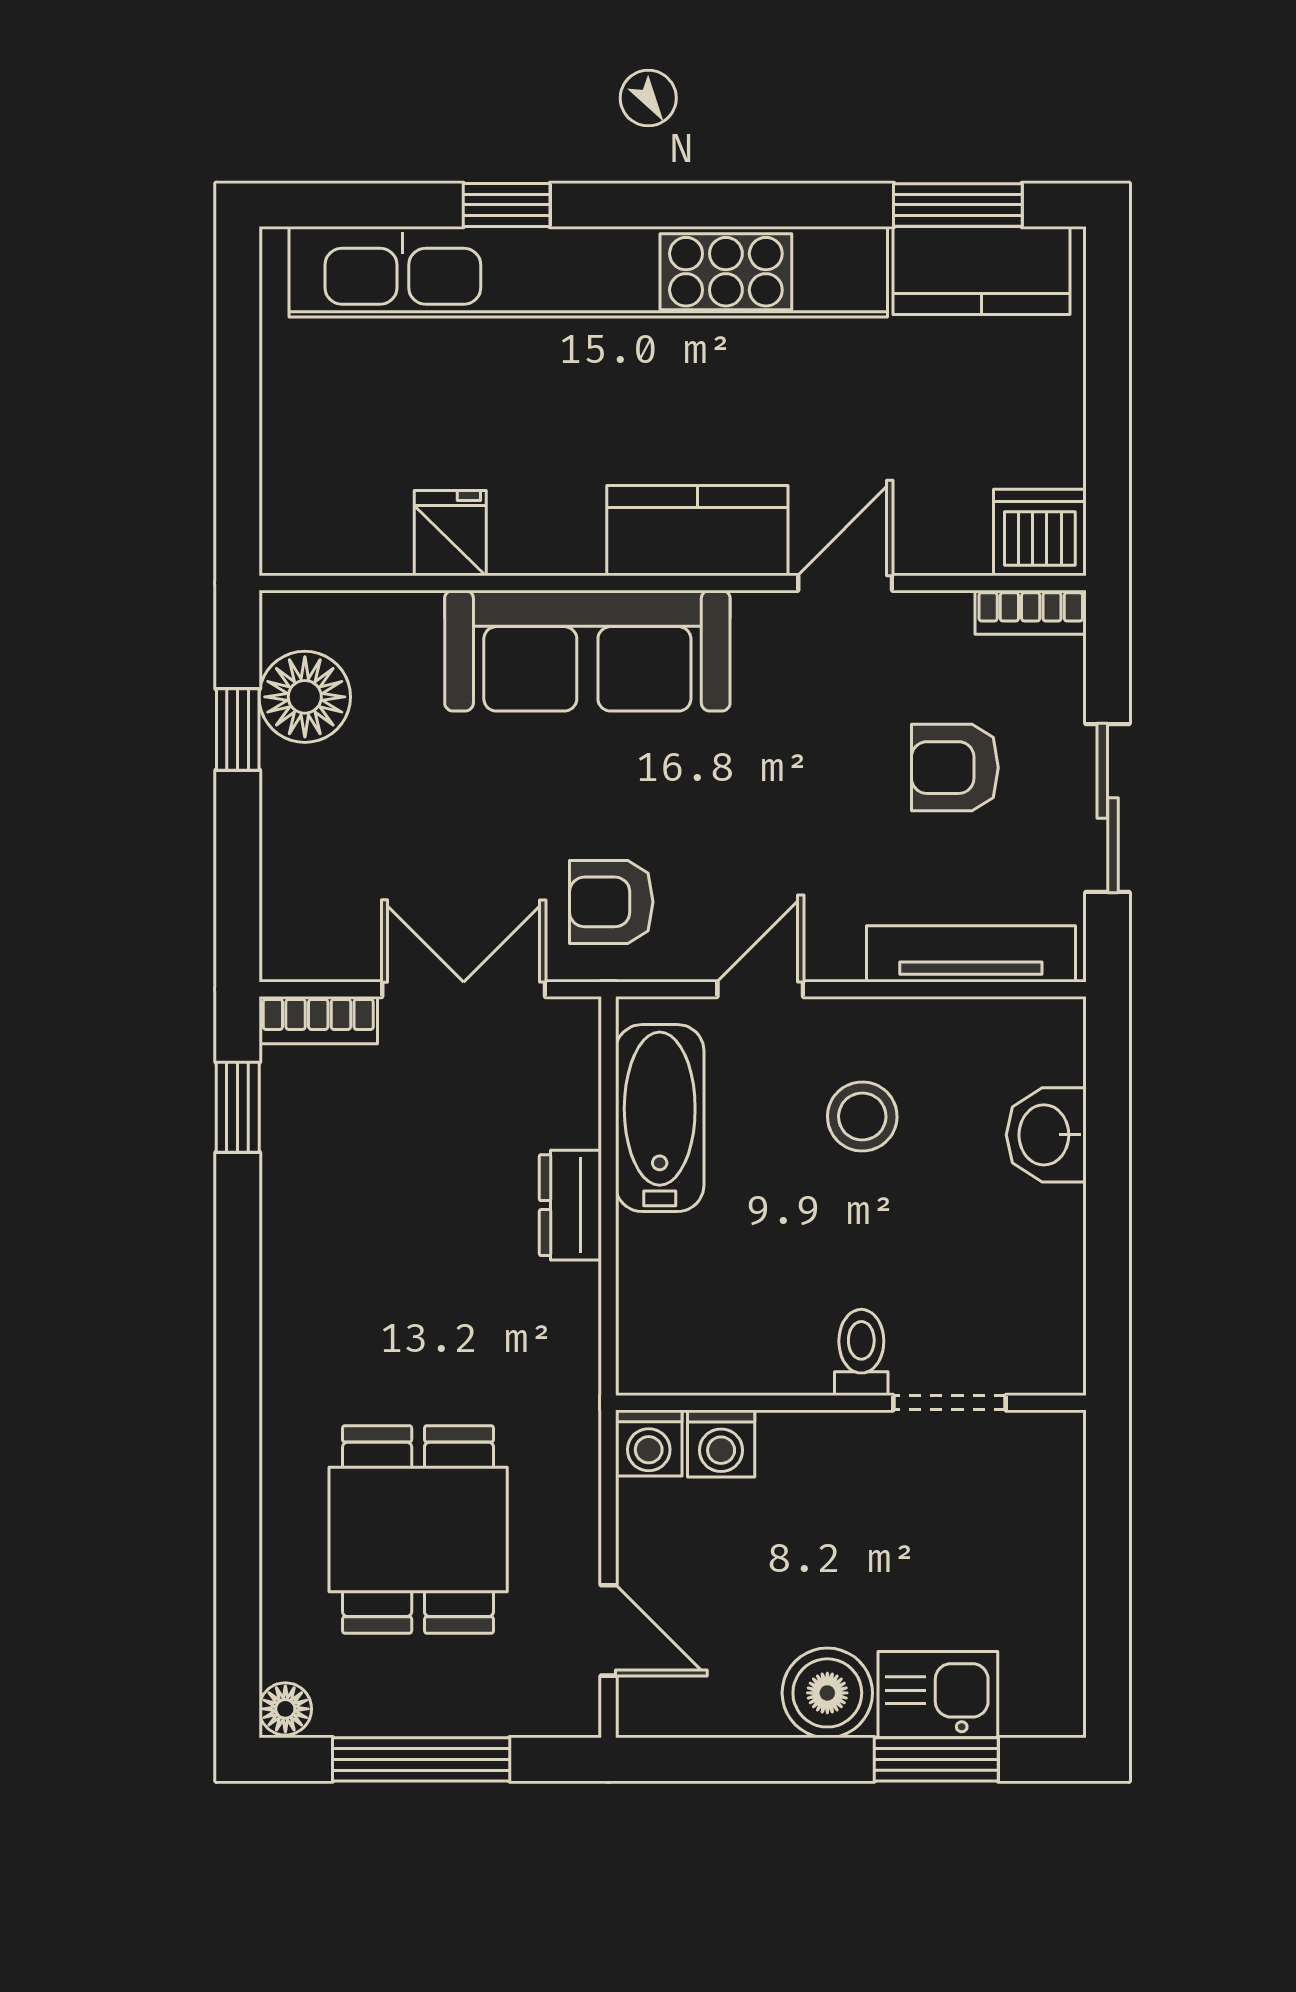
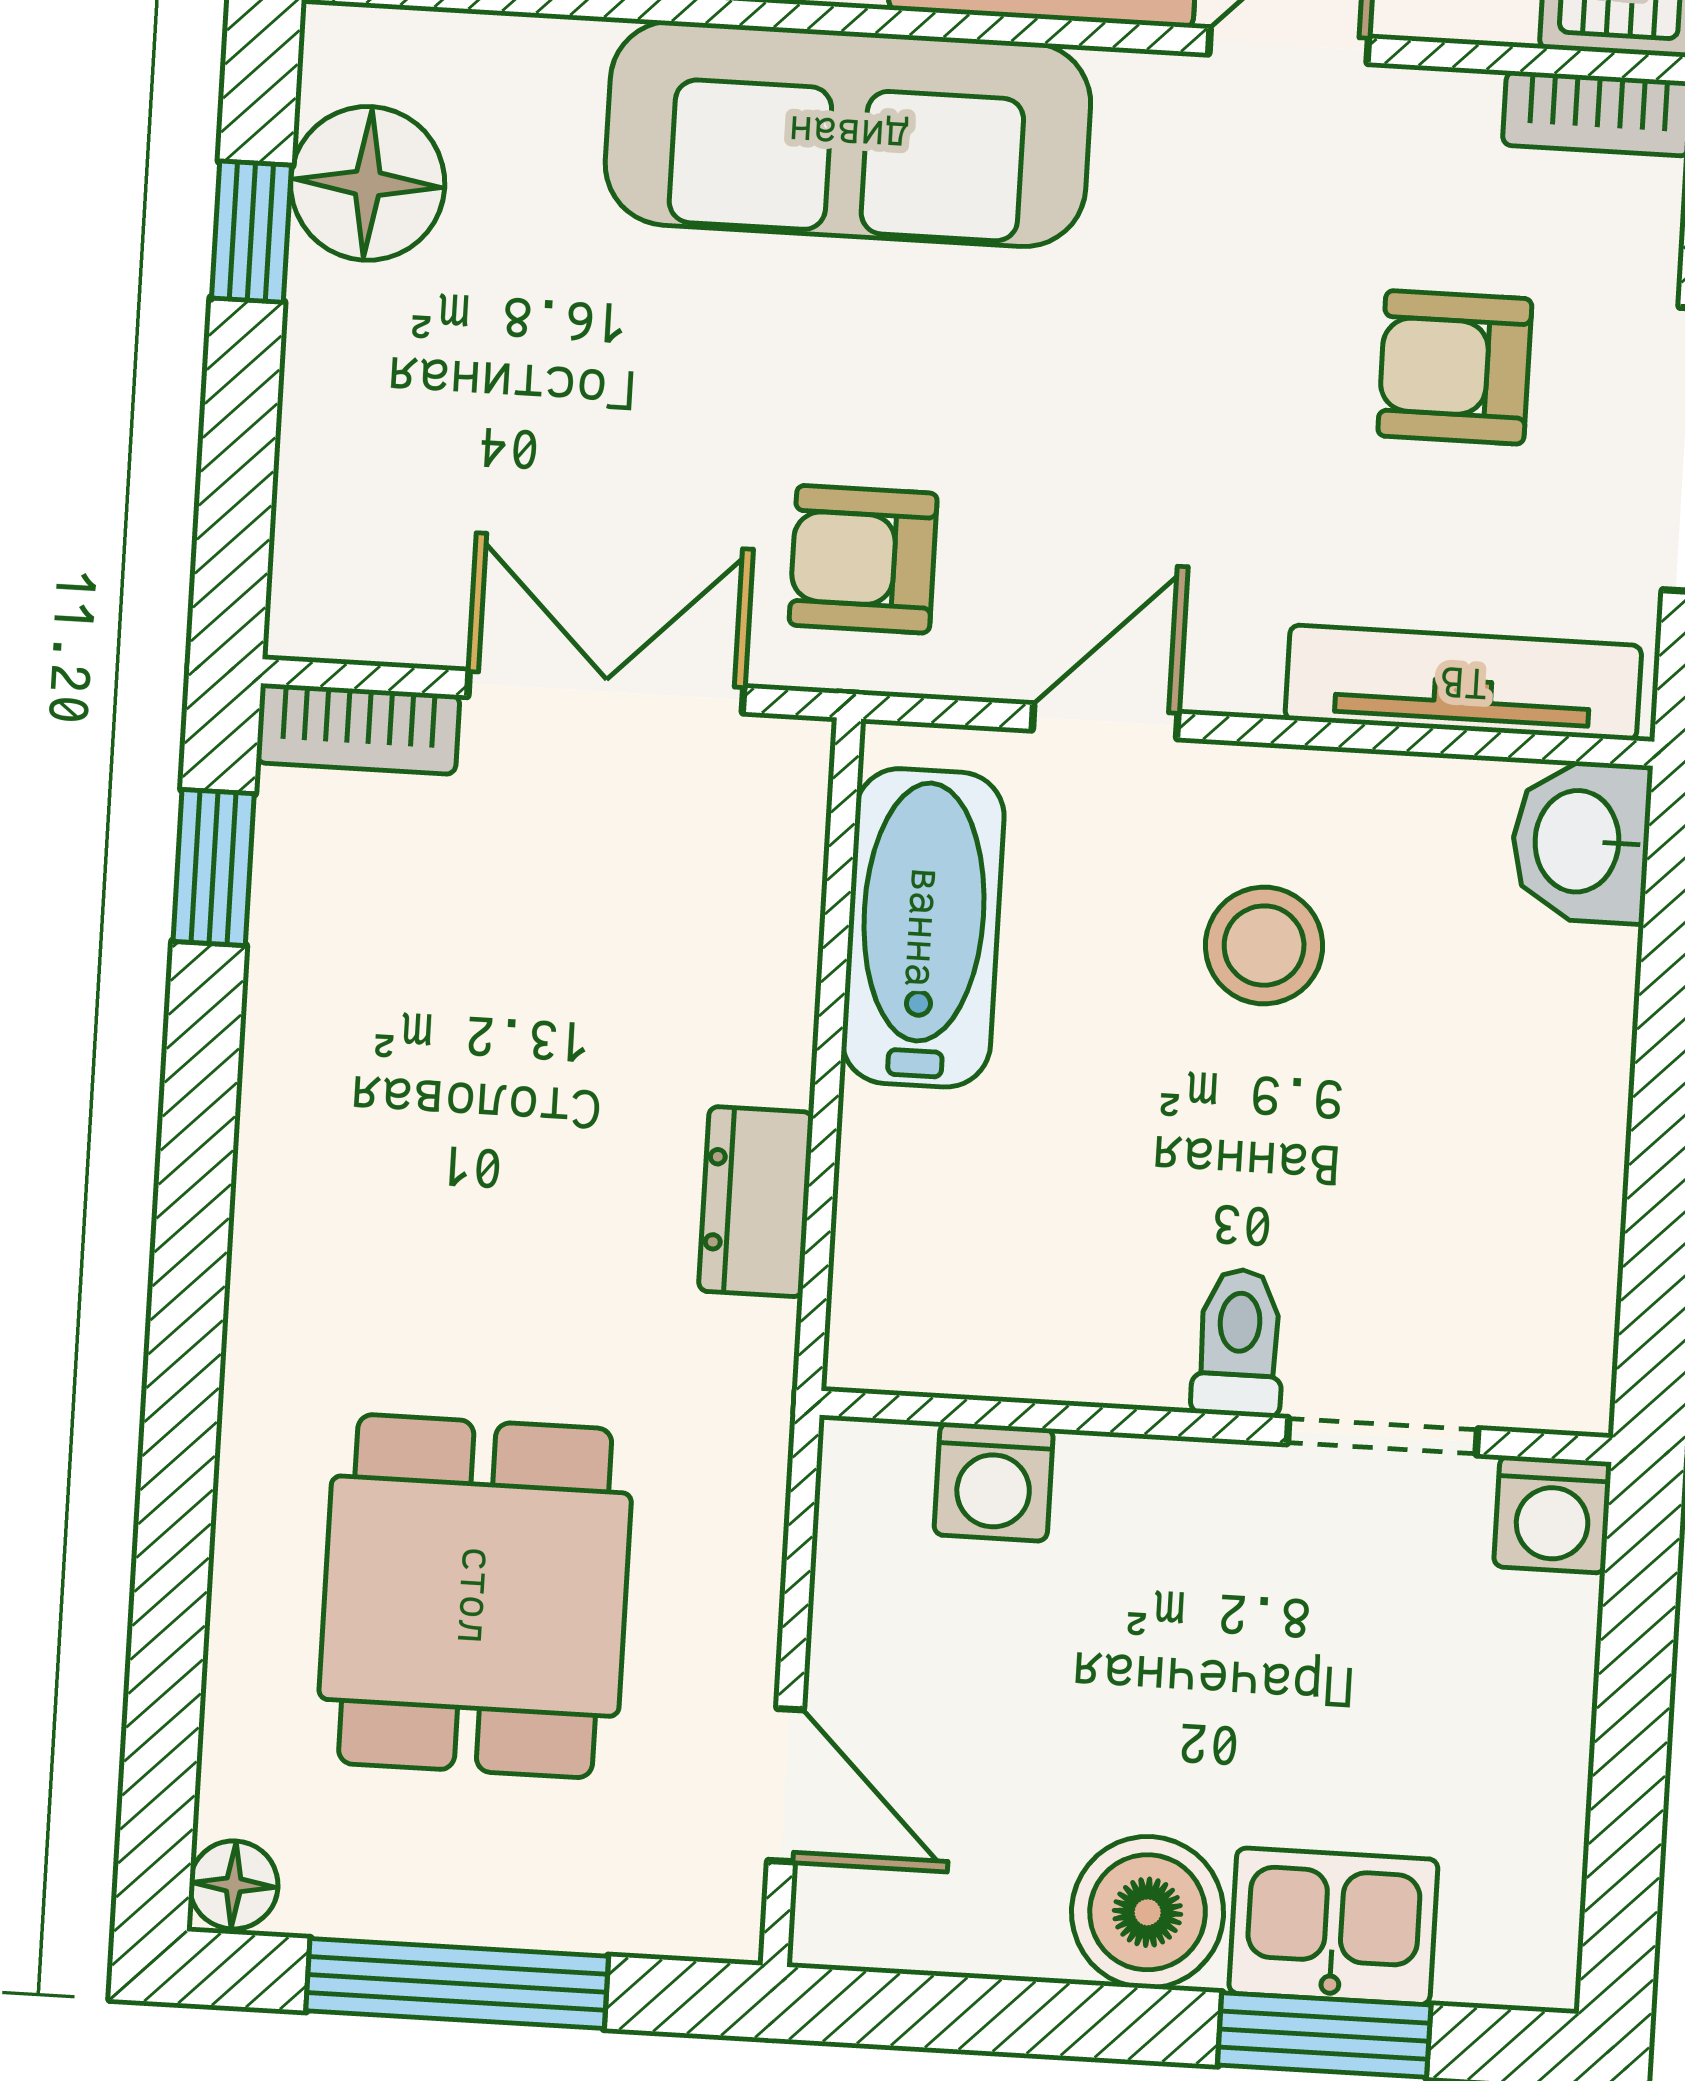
washbasin: (1046, 1135) -> (1581, 841), moved
dresser: (570, 1205) -> (756, 1202), moved
washing machine: (649, 1443) -> (1553, 1514), moved

